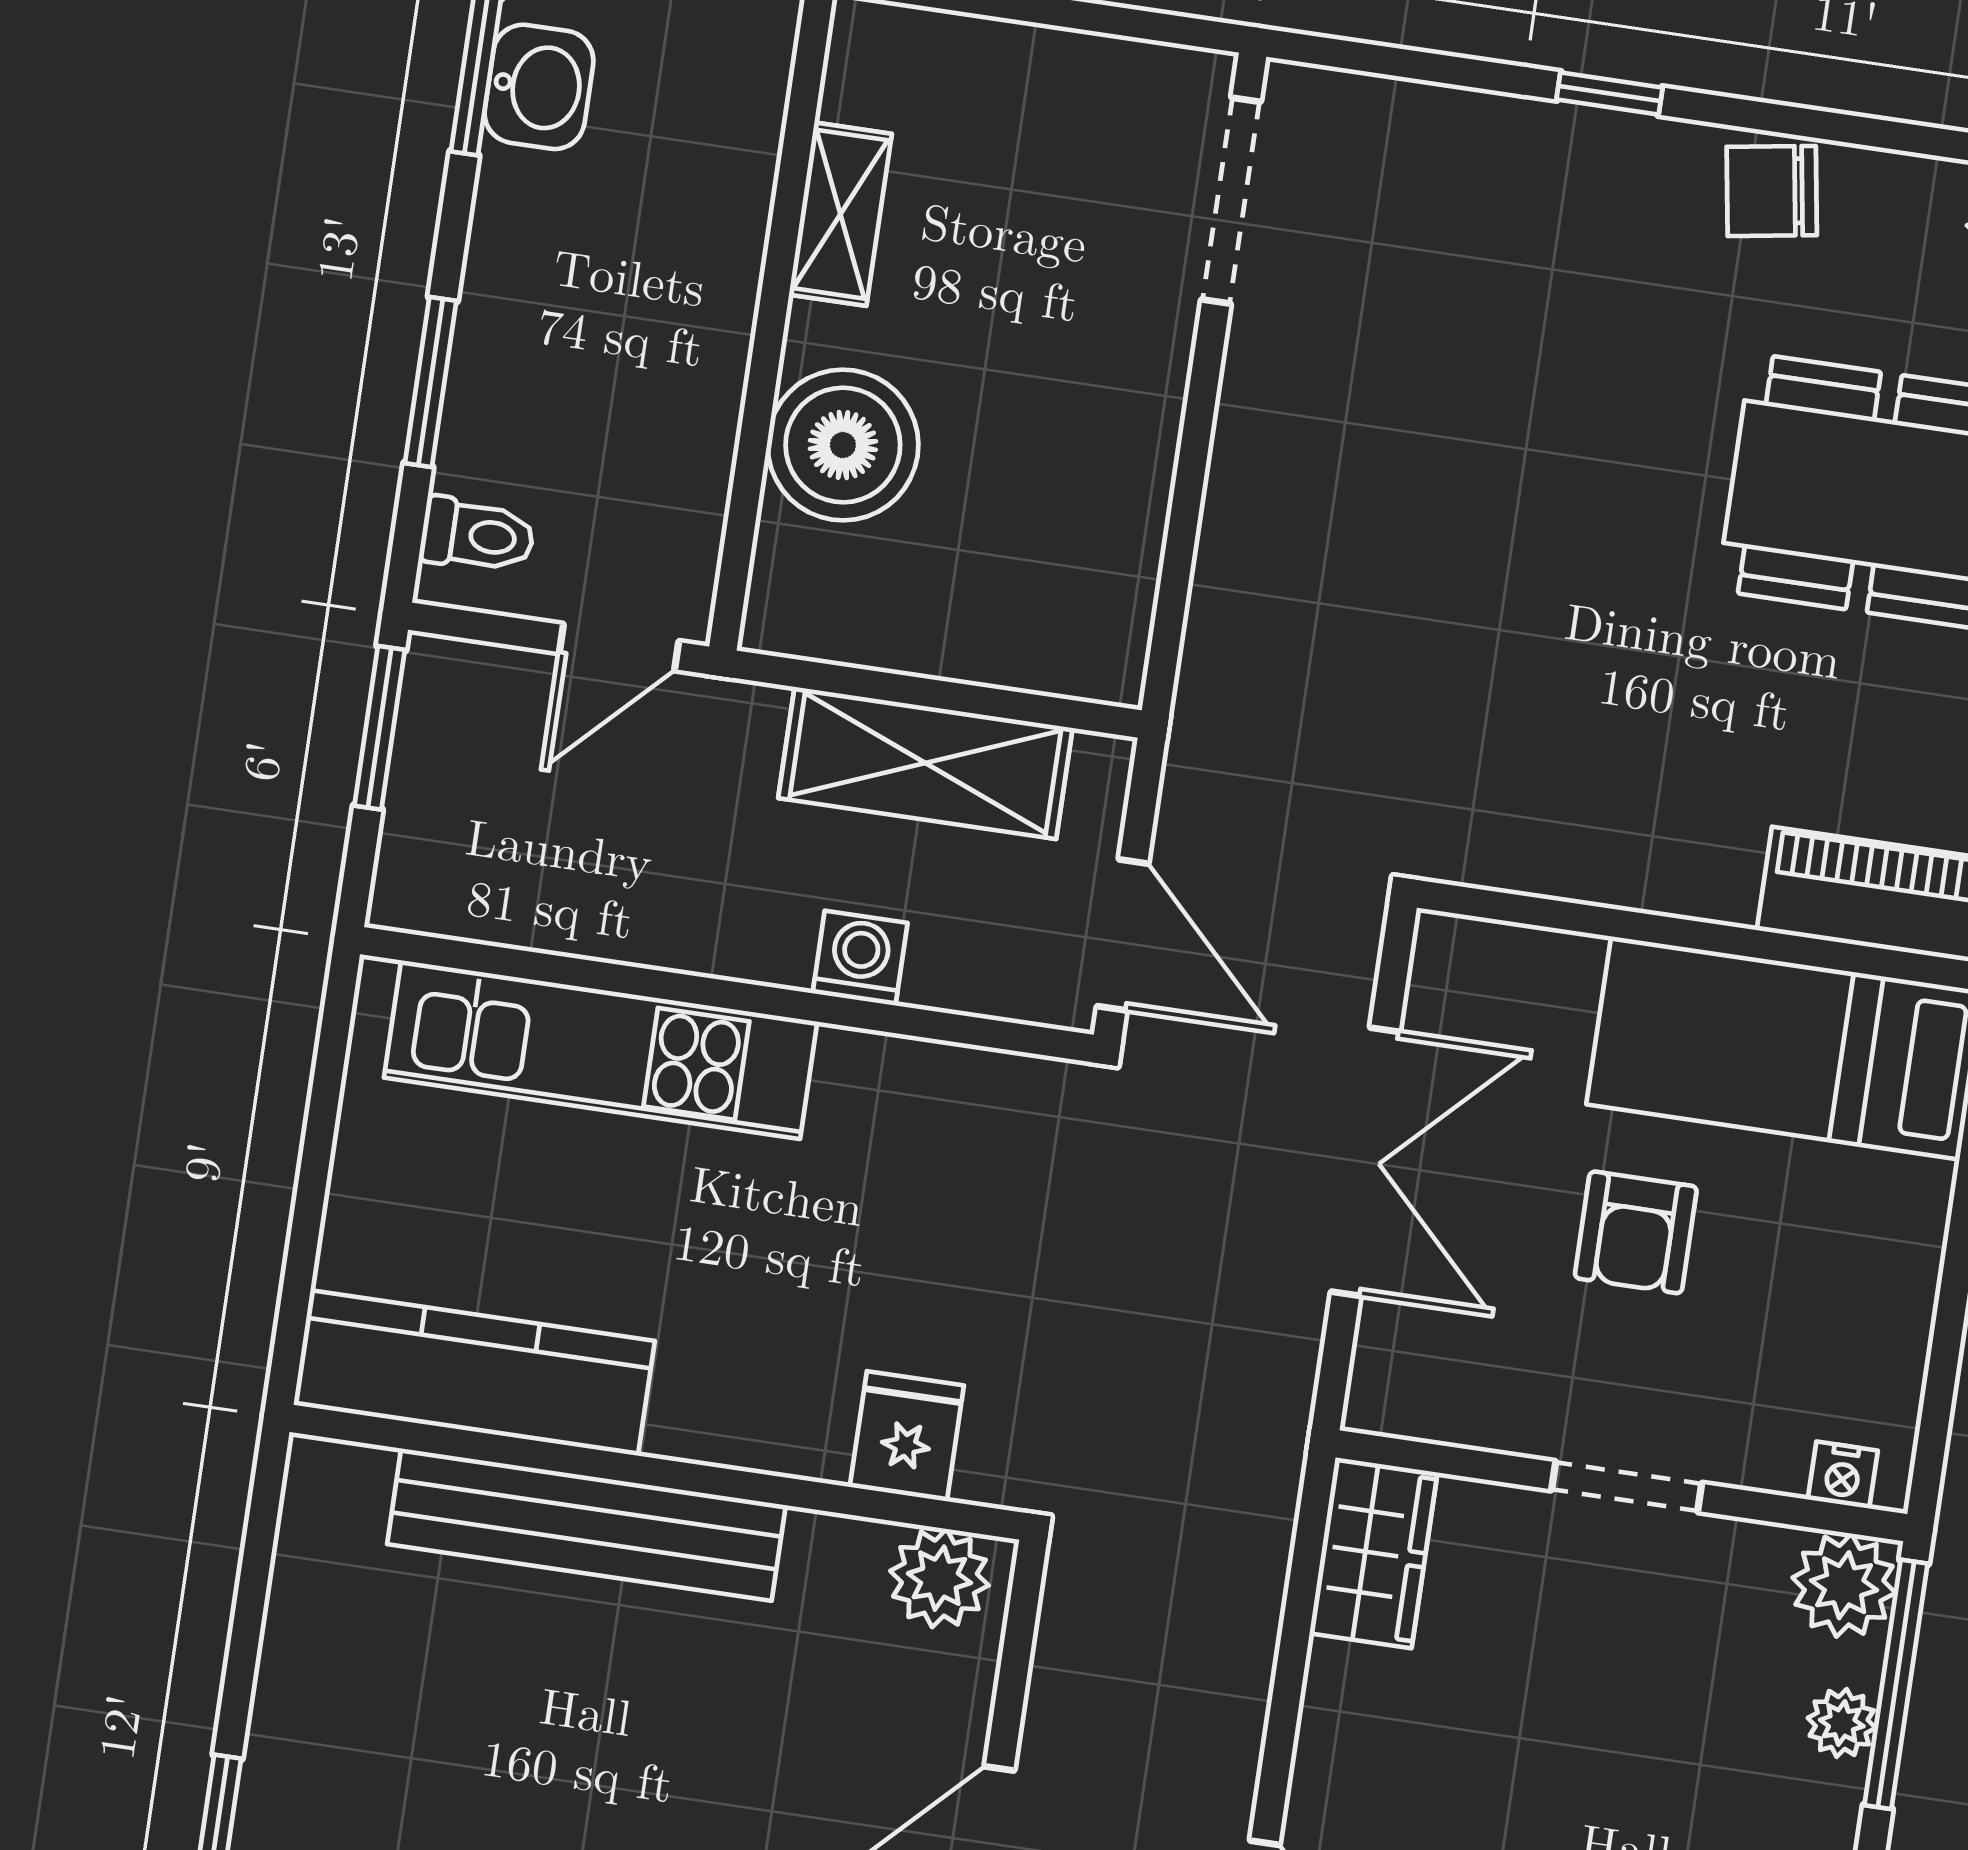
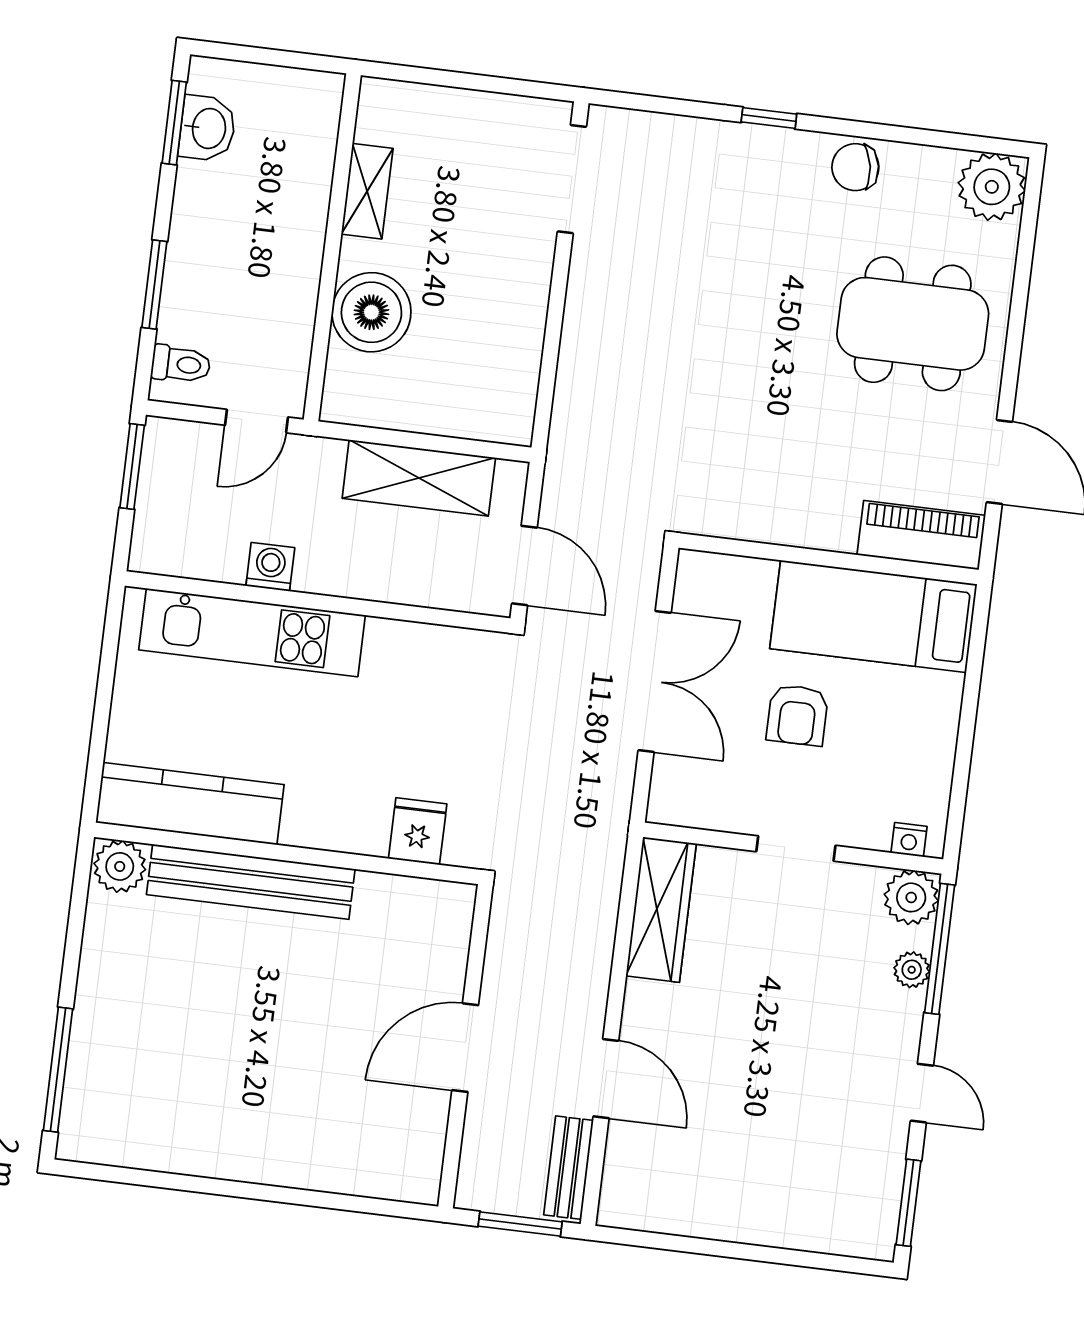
washing machine: (860, 958) -> (270, 567), moved
wardrobe: (1374, 1553) -> (661, 910), width x1.50
plant: (939, 1578) -> (120, 866), moved

